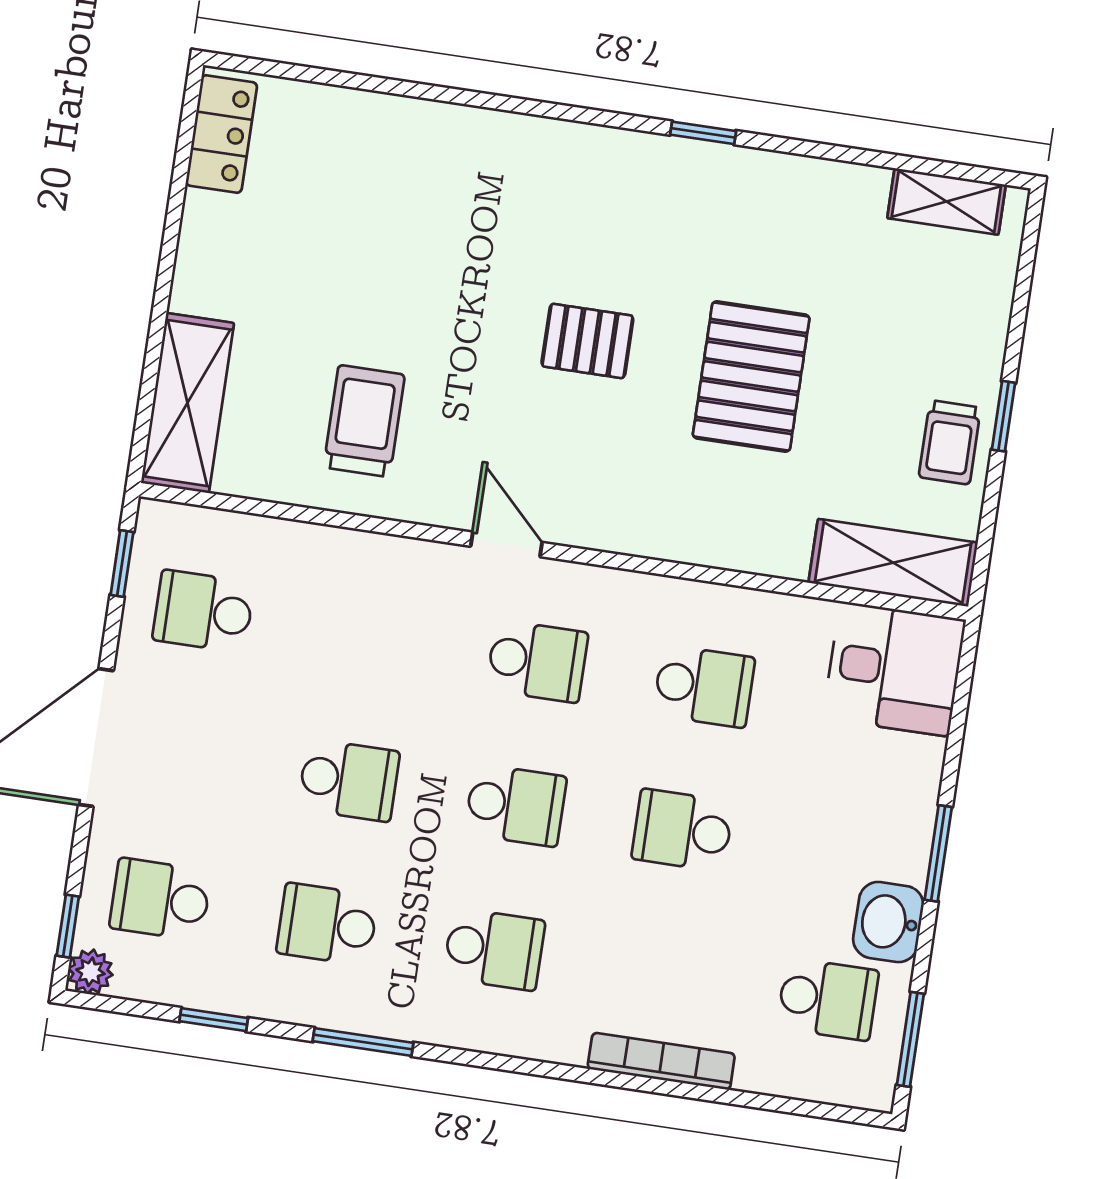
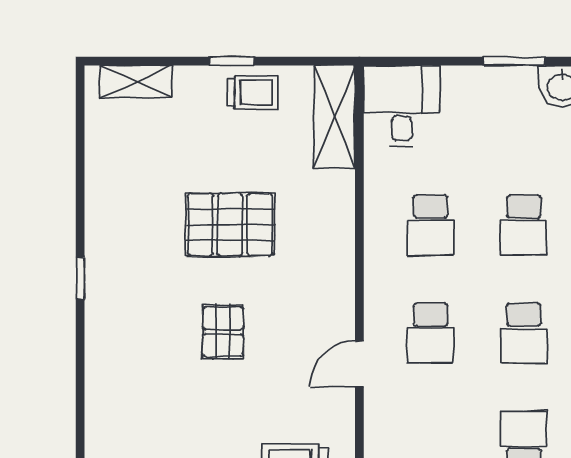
shelving: (946, 202) -> (136, 81), moved, turned 90
school desk: (537, 661) -> (431, 333), turned 180
school desk: (704, 686) -> (431, 225), turned 180
school desk: (516, 805) -> (524, 333), turned 180

